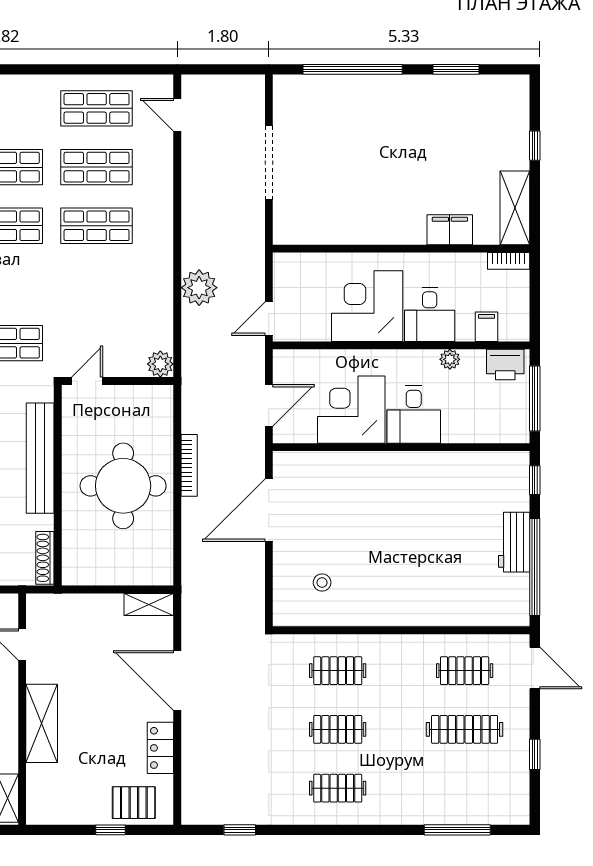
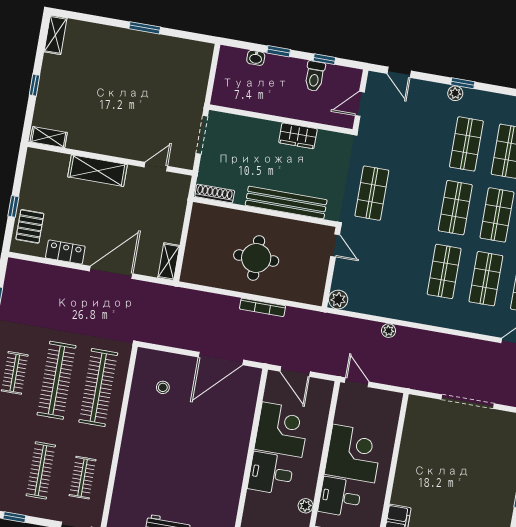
plant: (199, 288) -> (389, 331), width x0.53, depth x0.53
round table: (123, 486) -> (256, 258), width x0.73, depth x0.73
door: (269, 510) -> (221, 359), swing flipped
clothes rail: (338, 671) -> (98, 388), width x1.86, depth x1.31
clothes rail: (338, 729) -> (57, 380), width x1.86, depth x1.31

